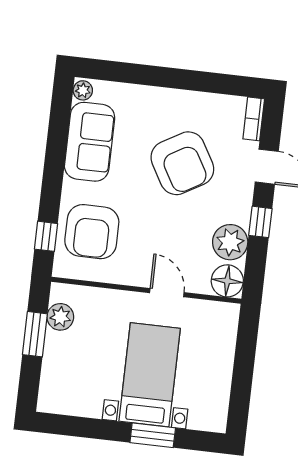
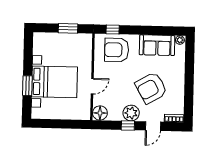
plant: (230, 242) -> (131, 113), moved
plant: (60, 317) -> (77, 39), removed
bed with nightstands: (150, 375) -> (54, 82), width x1.36

